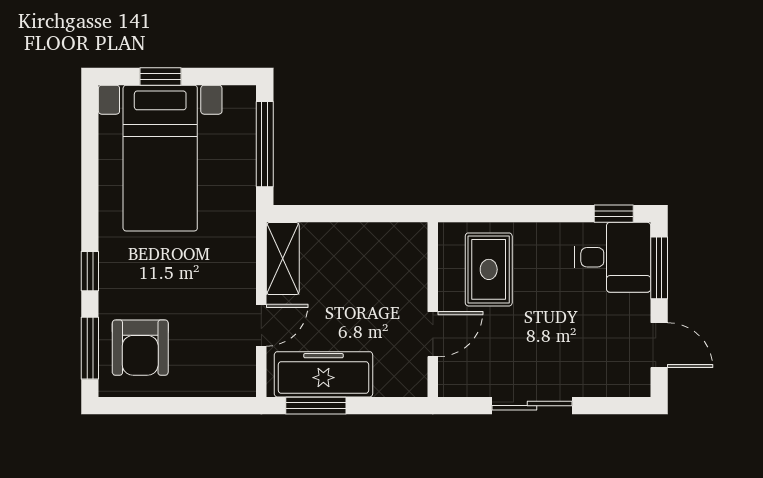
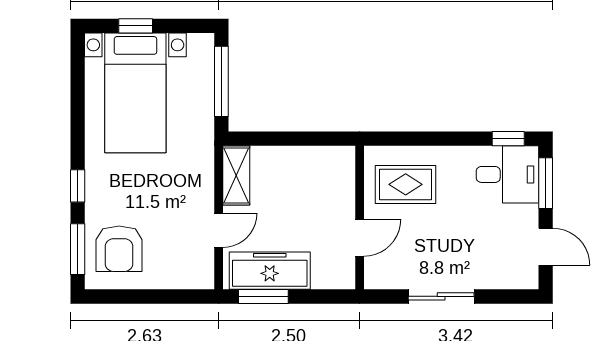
rug: (489, 269) -> (406, 184), turned 90

